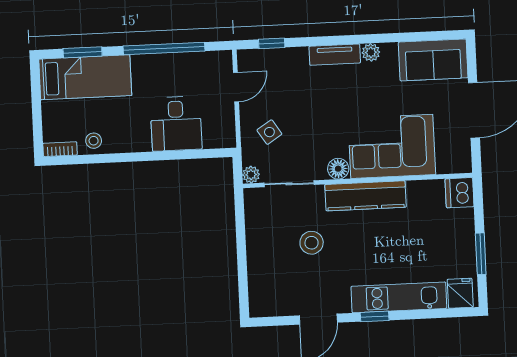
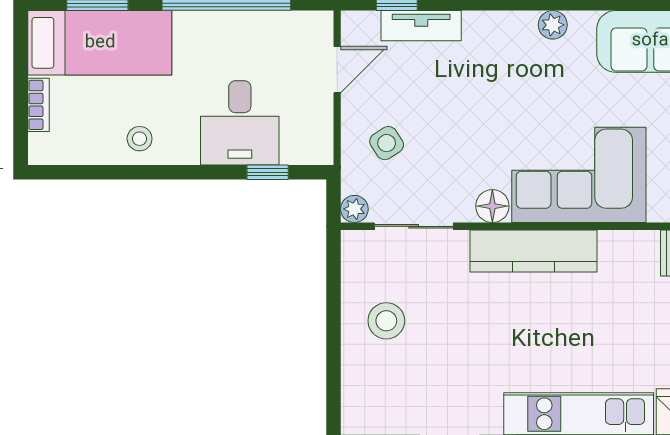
tv unit: (335, 55) -> (421, 26), moved
stool: (94, 141) -> (140, 139), moved
bookcase: (60, 149) -> (39, 105), moved, turned 90
window: (195, 154) -> (268, 172), added
stool: (312, 243) -> (386, 321), moved

